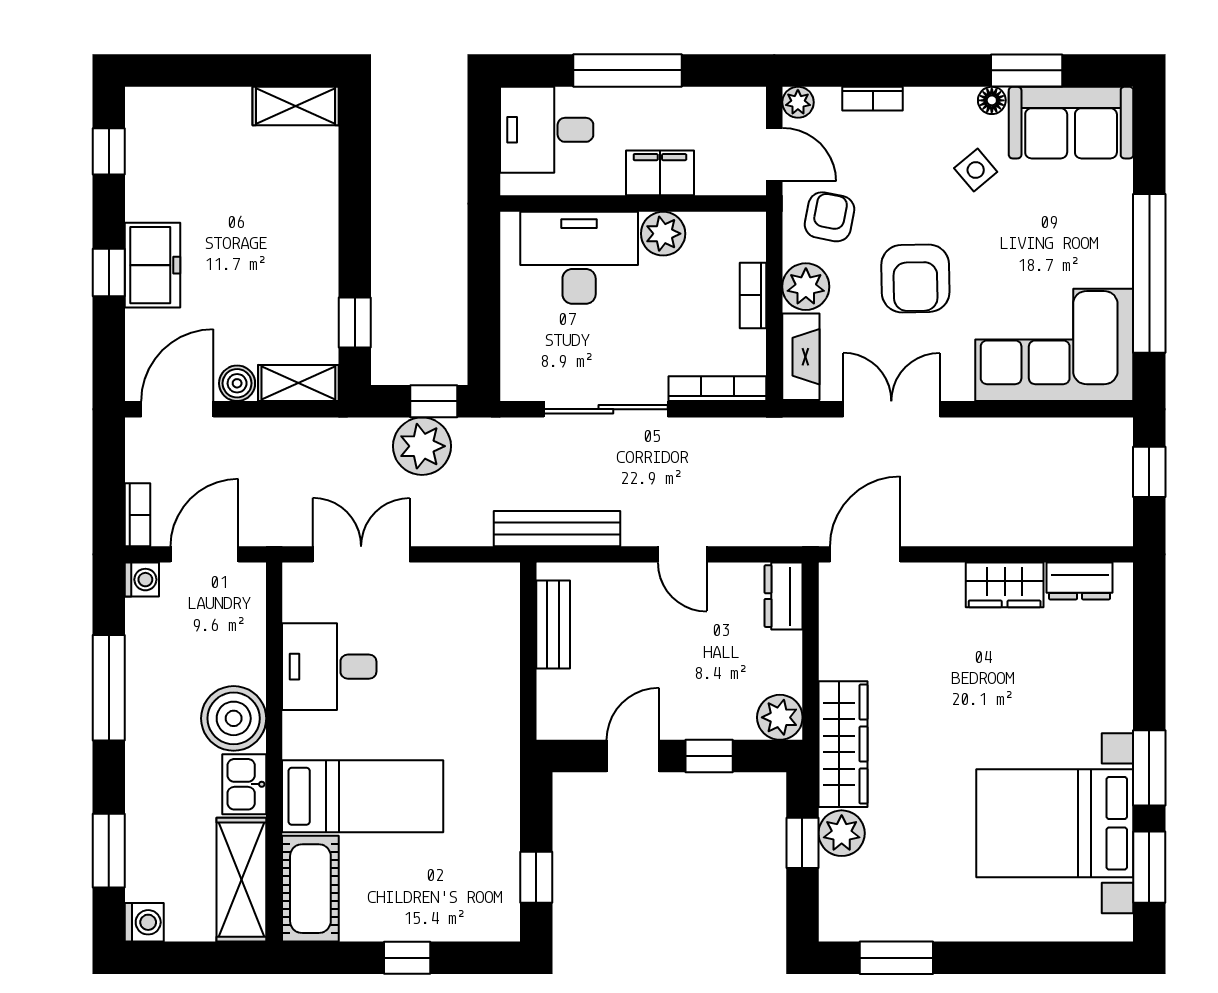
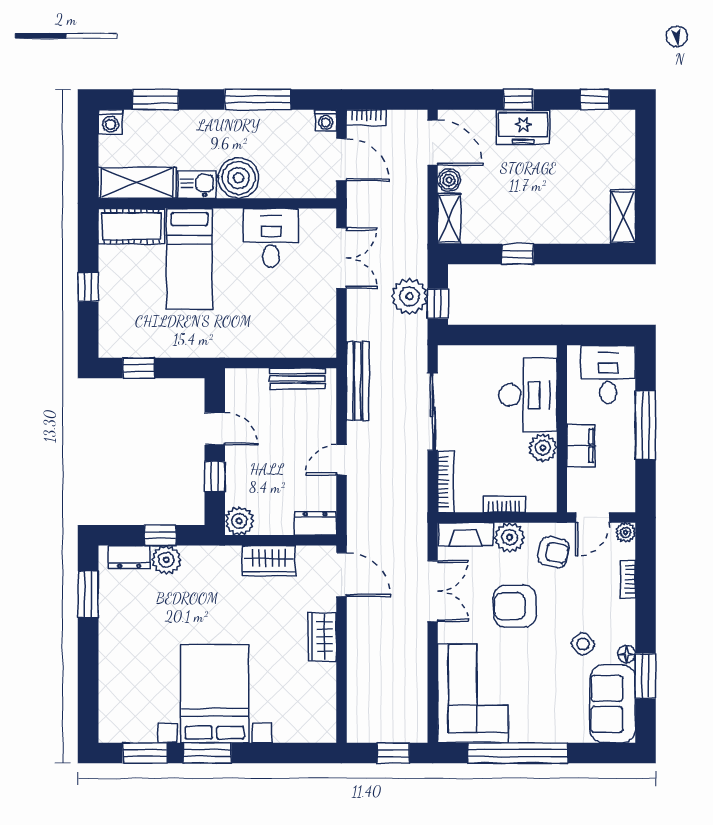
window: (355, 323) -> (518, 254), moved
dresser: (1080, 581) -> (129, 557), moved, turned -90
wardrobe: (1005, 585) -> (322, 637), moved
wardrobe: (843, 744) -> (269, 561), moved, width x0.67
bed with nightstands: (1055, 823) -> (215, 694), moved

